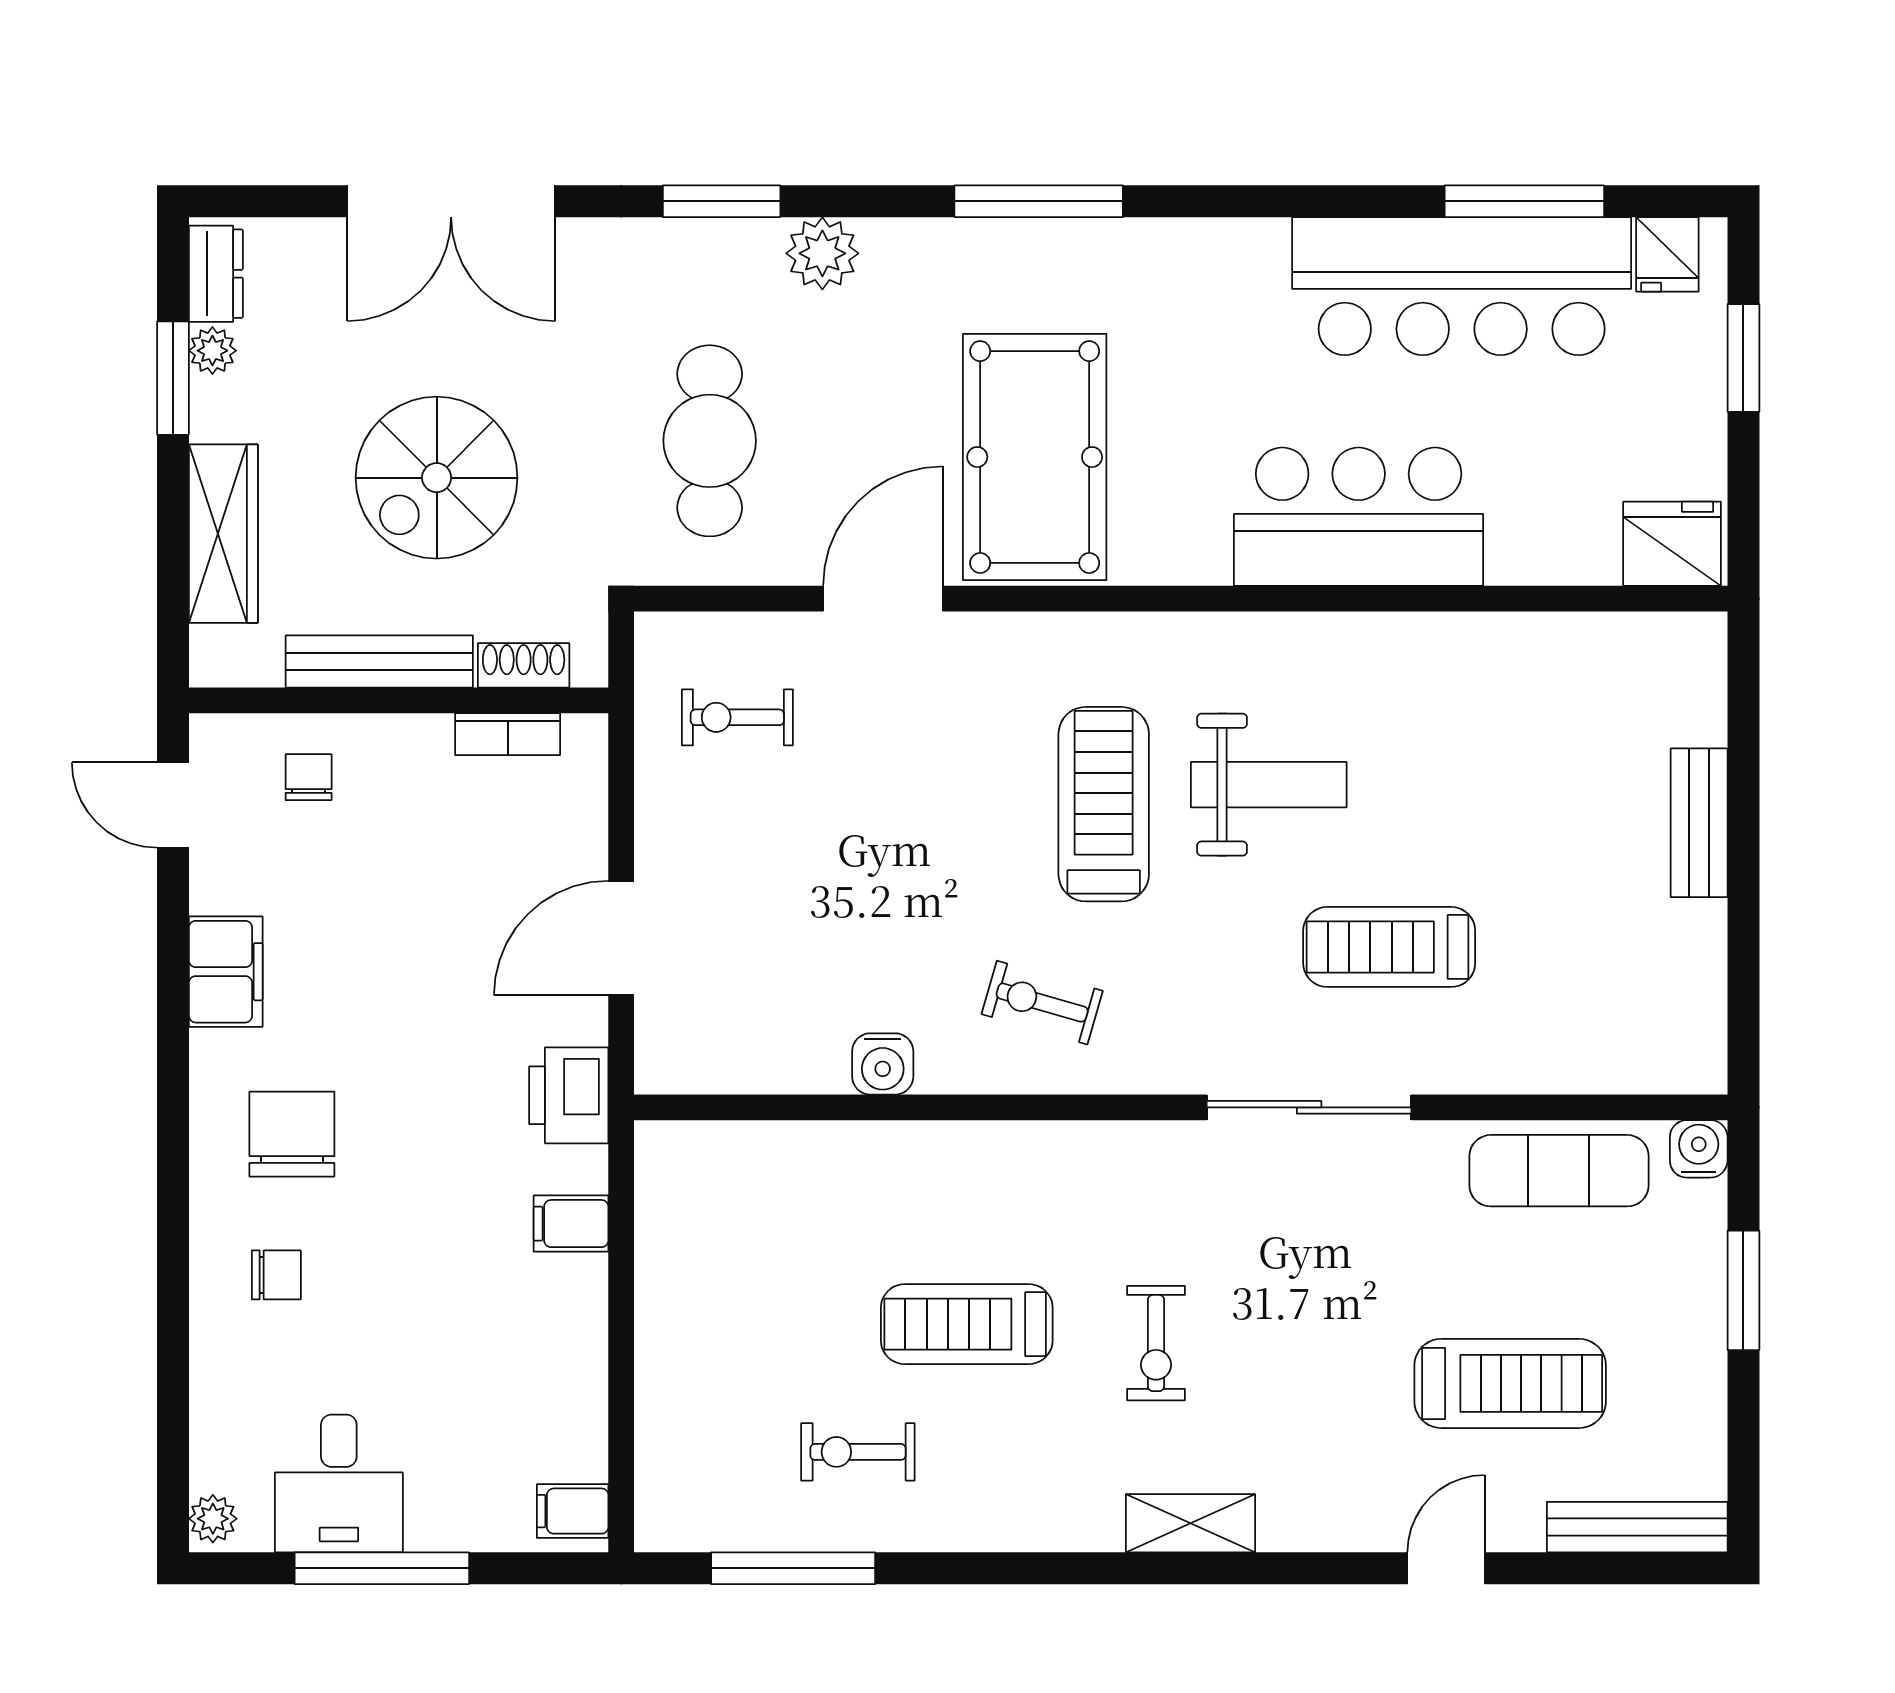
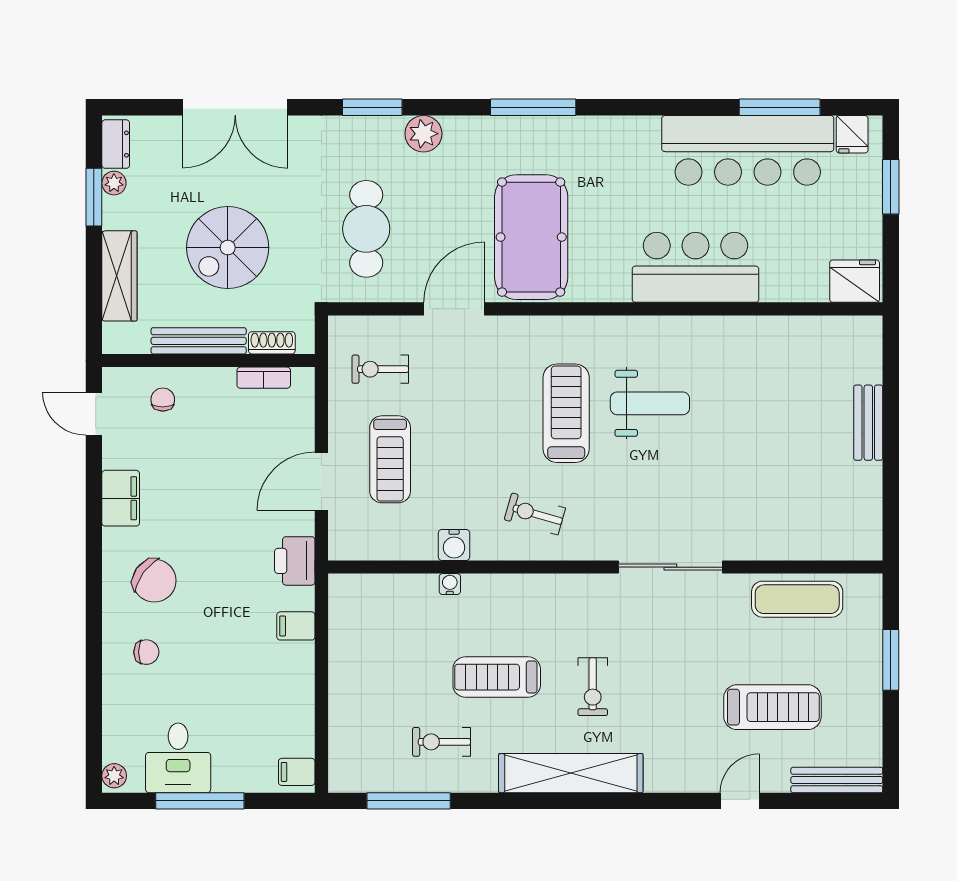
treadmill: (1389, 947) -> (390, 459), moved, turned -90
chair: (292, 1134) -> (154, 581), turned 126
water cooler: (1699, 1149) -> (450, 584), moved, width x0.72, depth x0.72
shelving: (1190, 1523) -> (571, 773), width x2.20, depth x1.33

